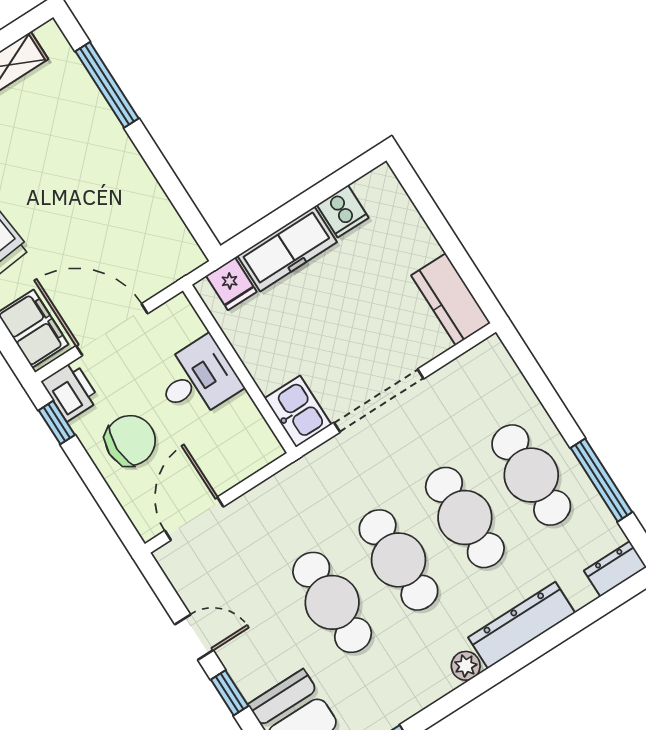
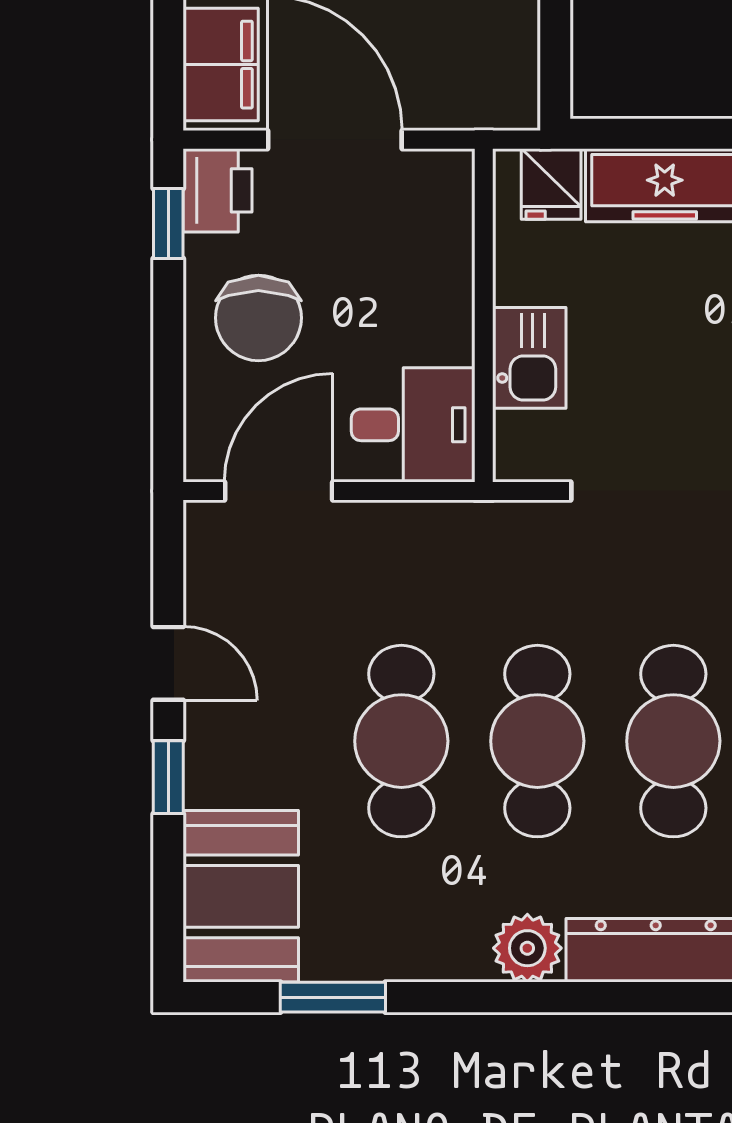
desk: (197, 379) -> (413, 425), moved
kitchen sink: (298, 411) -> (529, 358), moved
chair: (130, 440) -> (258, 318), turned 90
plant: (466, 666) -> (527, 948), width x1.38, depth x1.38

